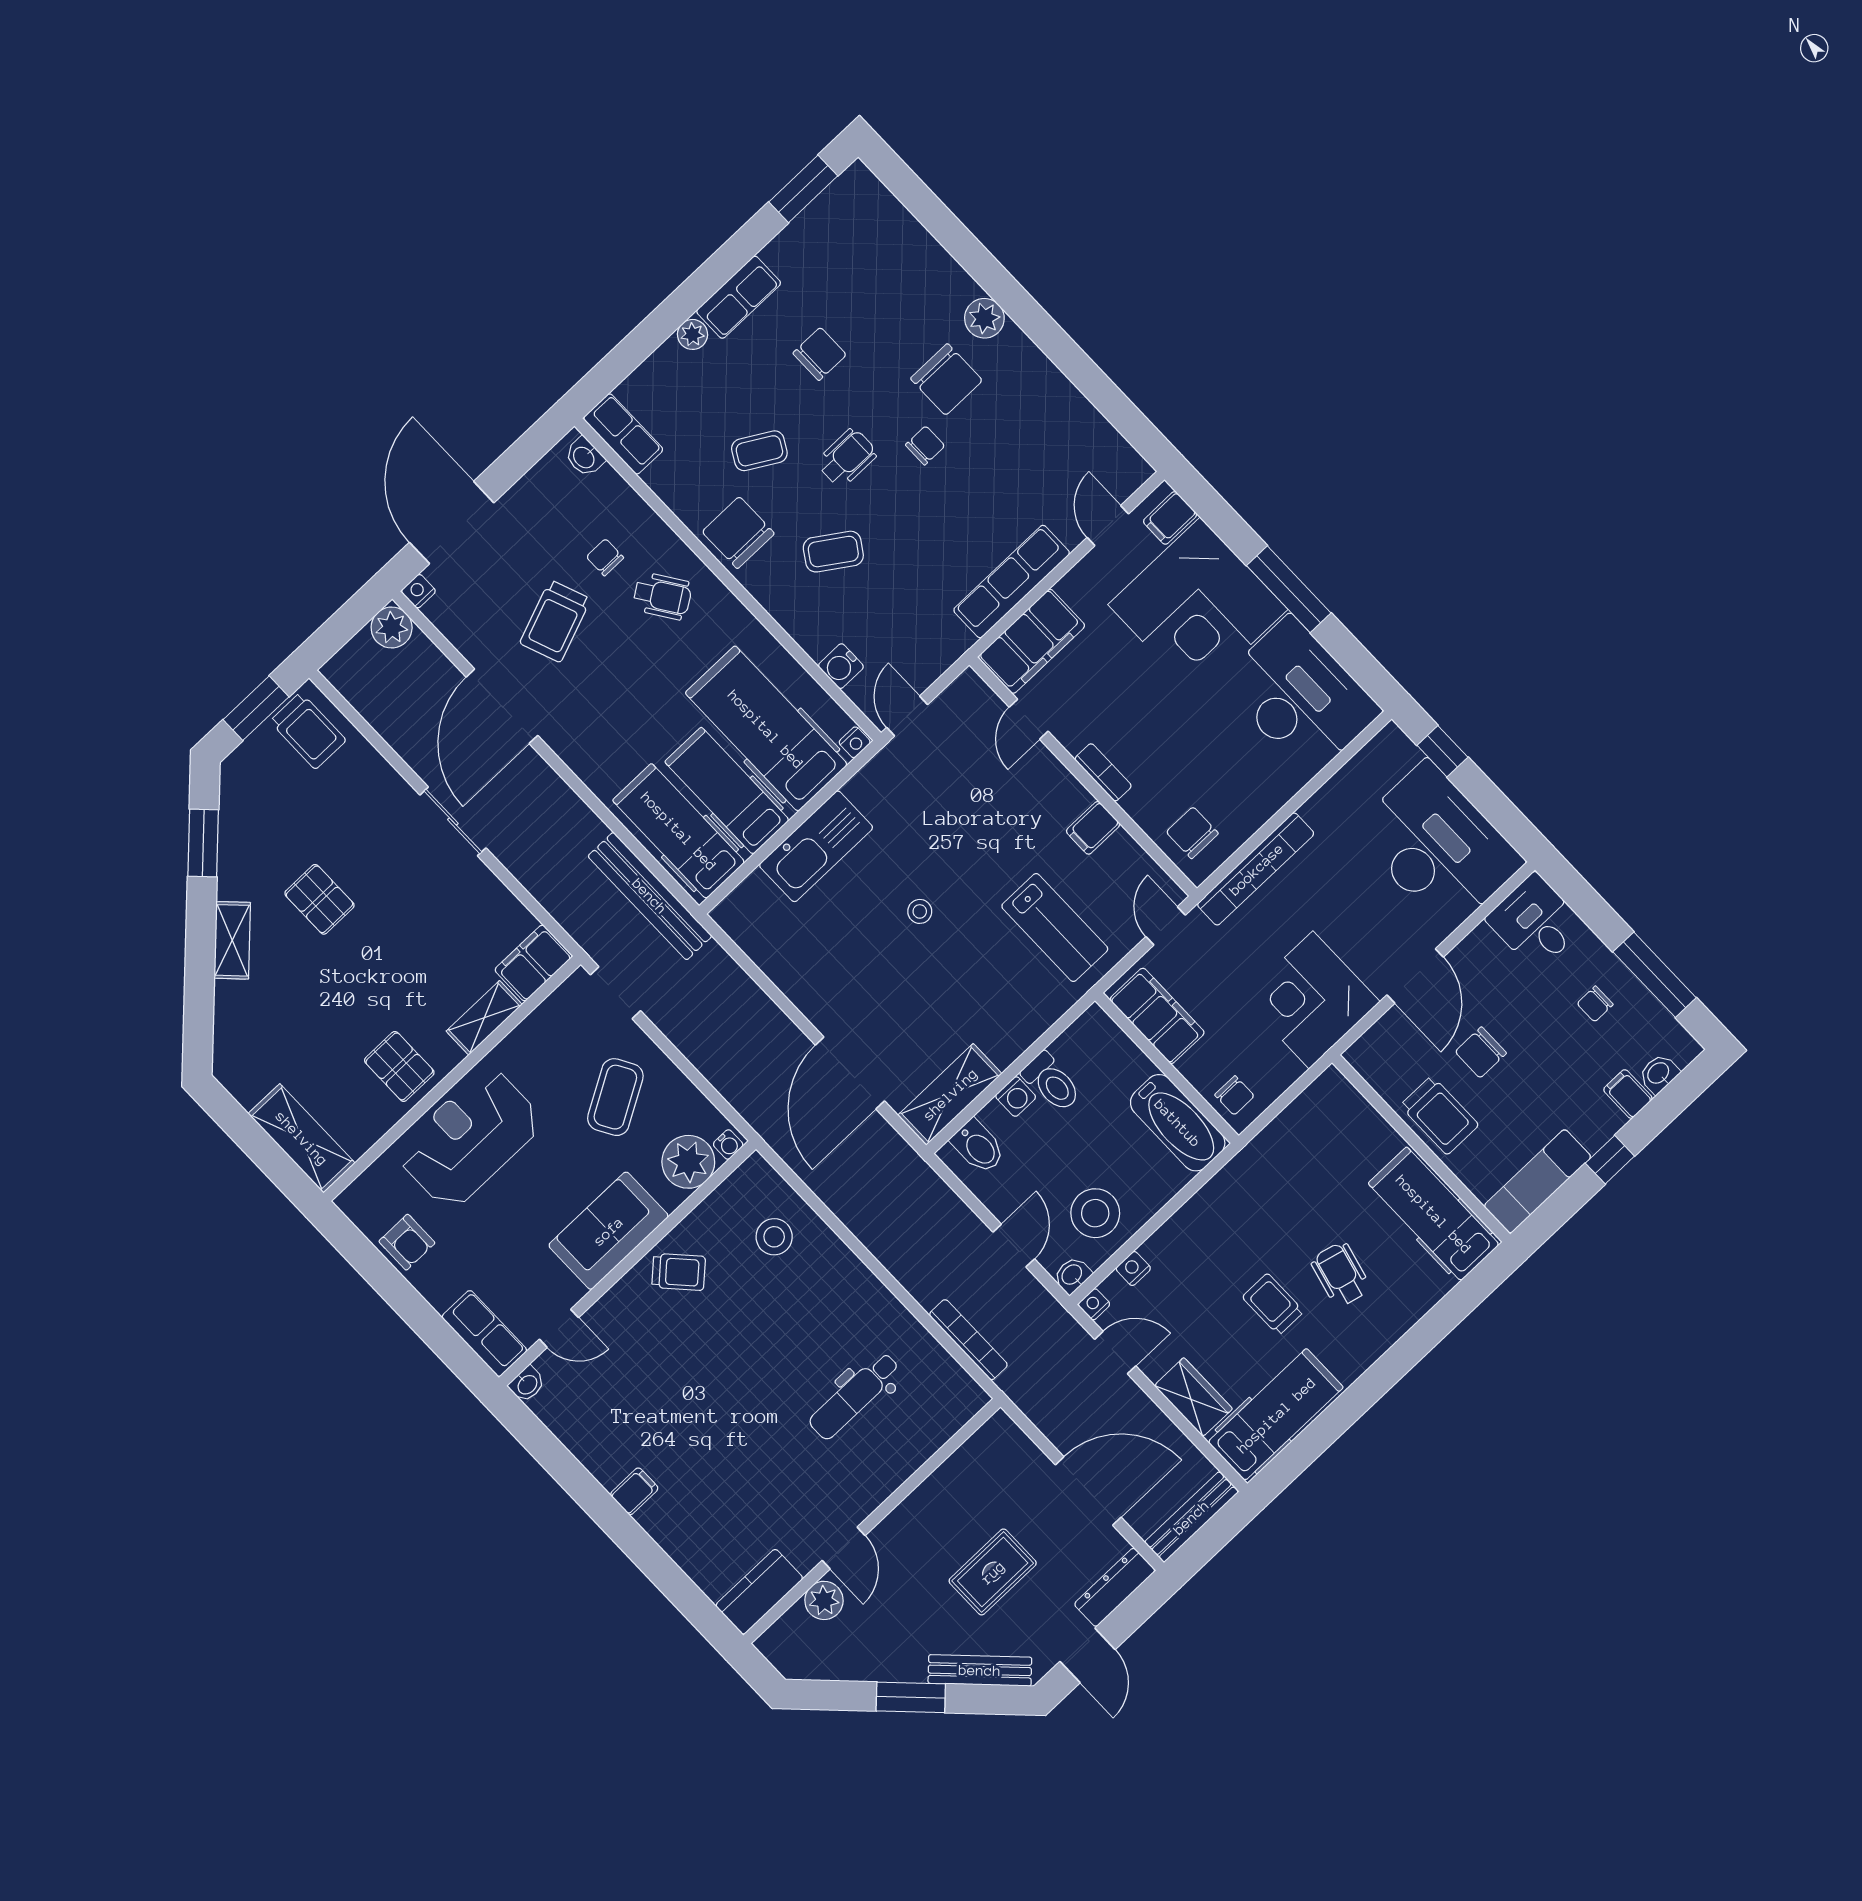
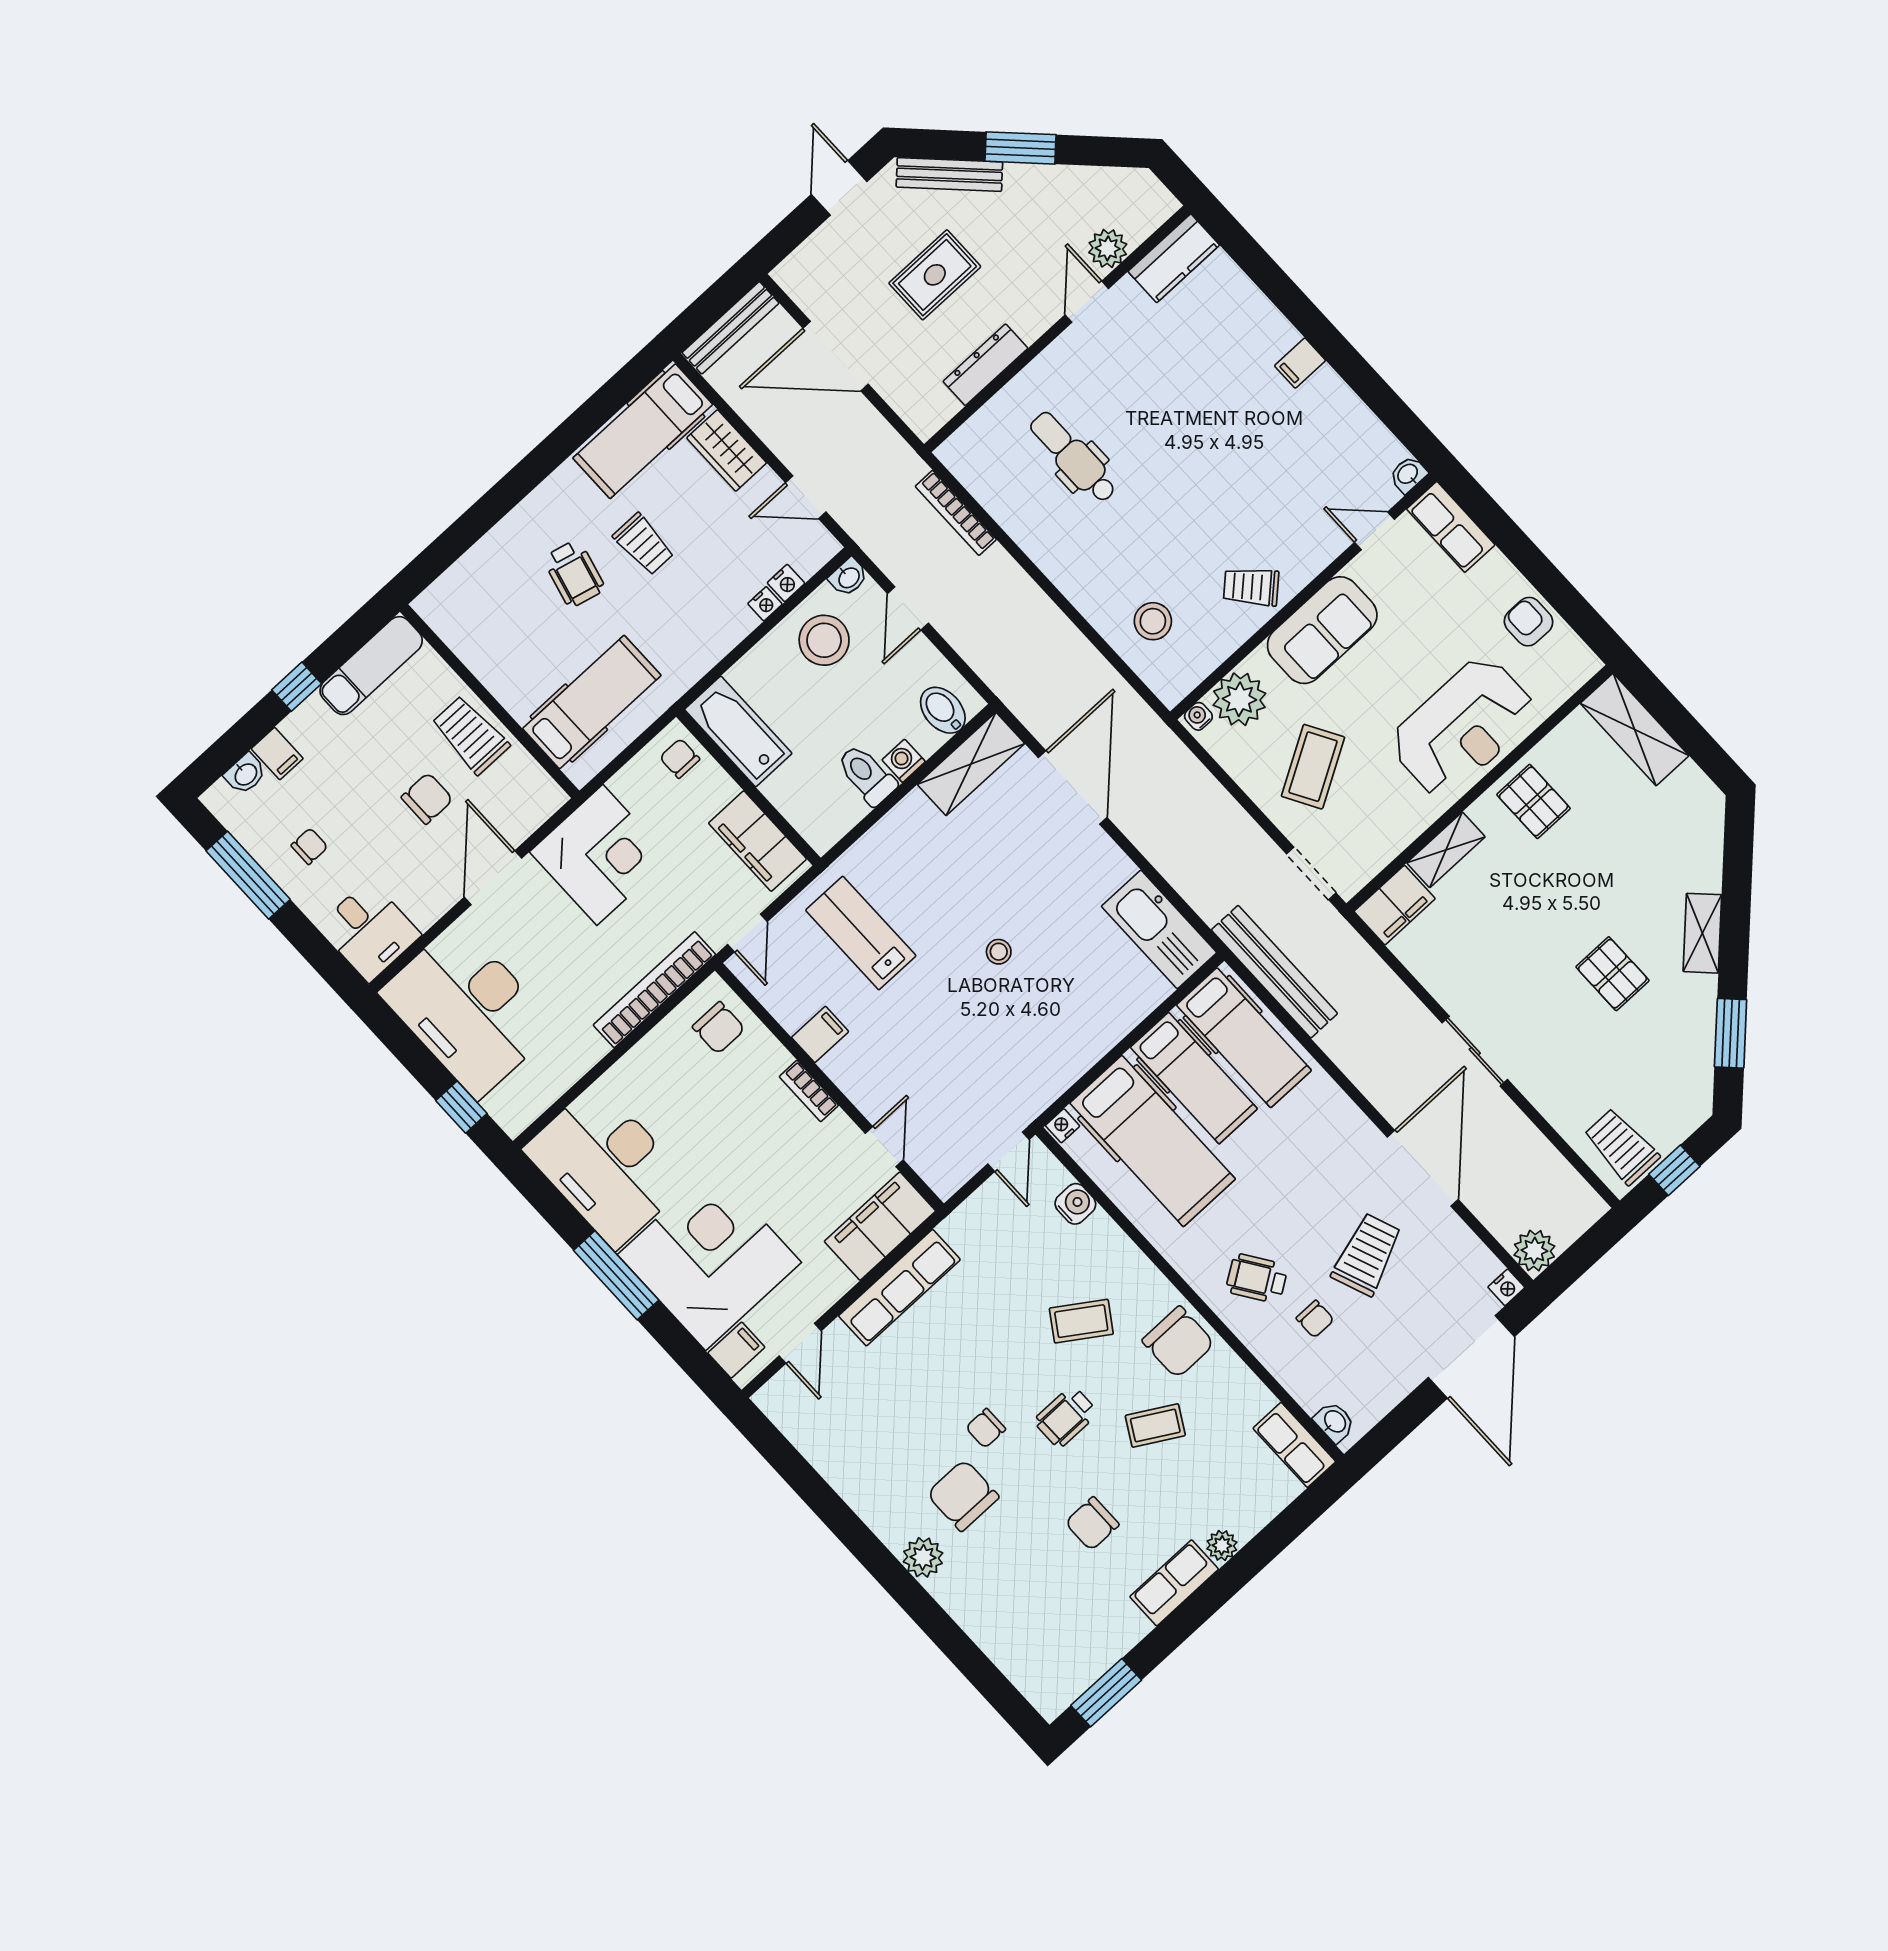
window: (256, 708) -> (1674, 1170), width x0.67
kitchen sink: (816, 846) -> (1159, 929), moved, turned -90
hospital bed: (1434, 1214) -> (592, 702), moved, turned -90
nightstand: (1094, 1304) -> (765, 604), moved
dental chair: (855, 1396) -> (1073, 457), turned -90
dresser: (1115, 1587) -> (985, 365), moved, turned 180

